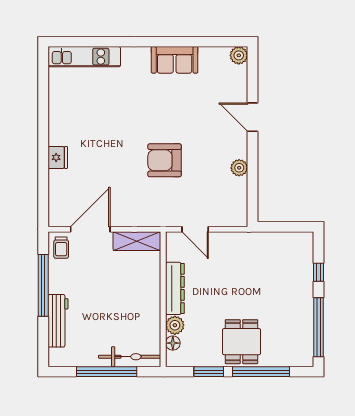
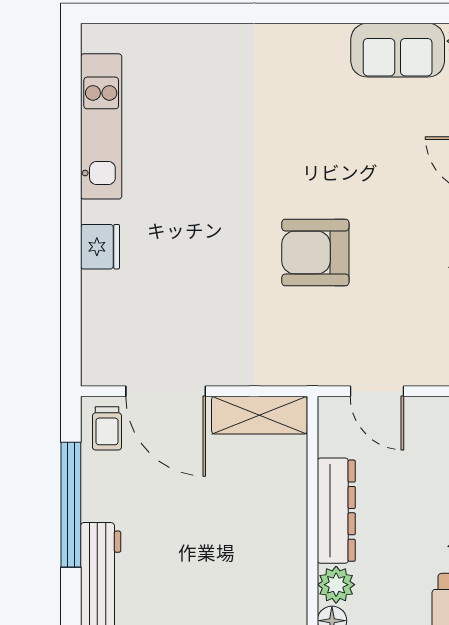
kitchen unit: (84, 57) -> (101, 126), moved, turned -90
sofa: (175, 60) -> (398, 50), moved
door: (90, 229) -> (166, 391), swing flipped

